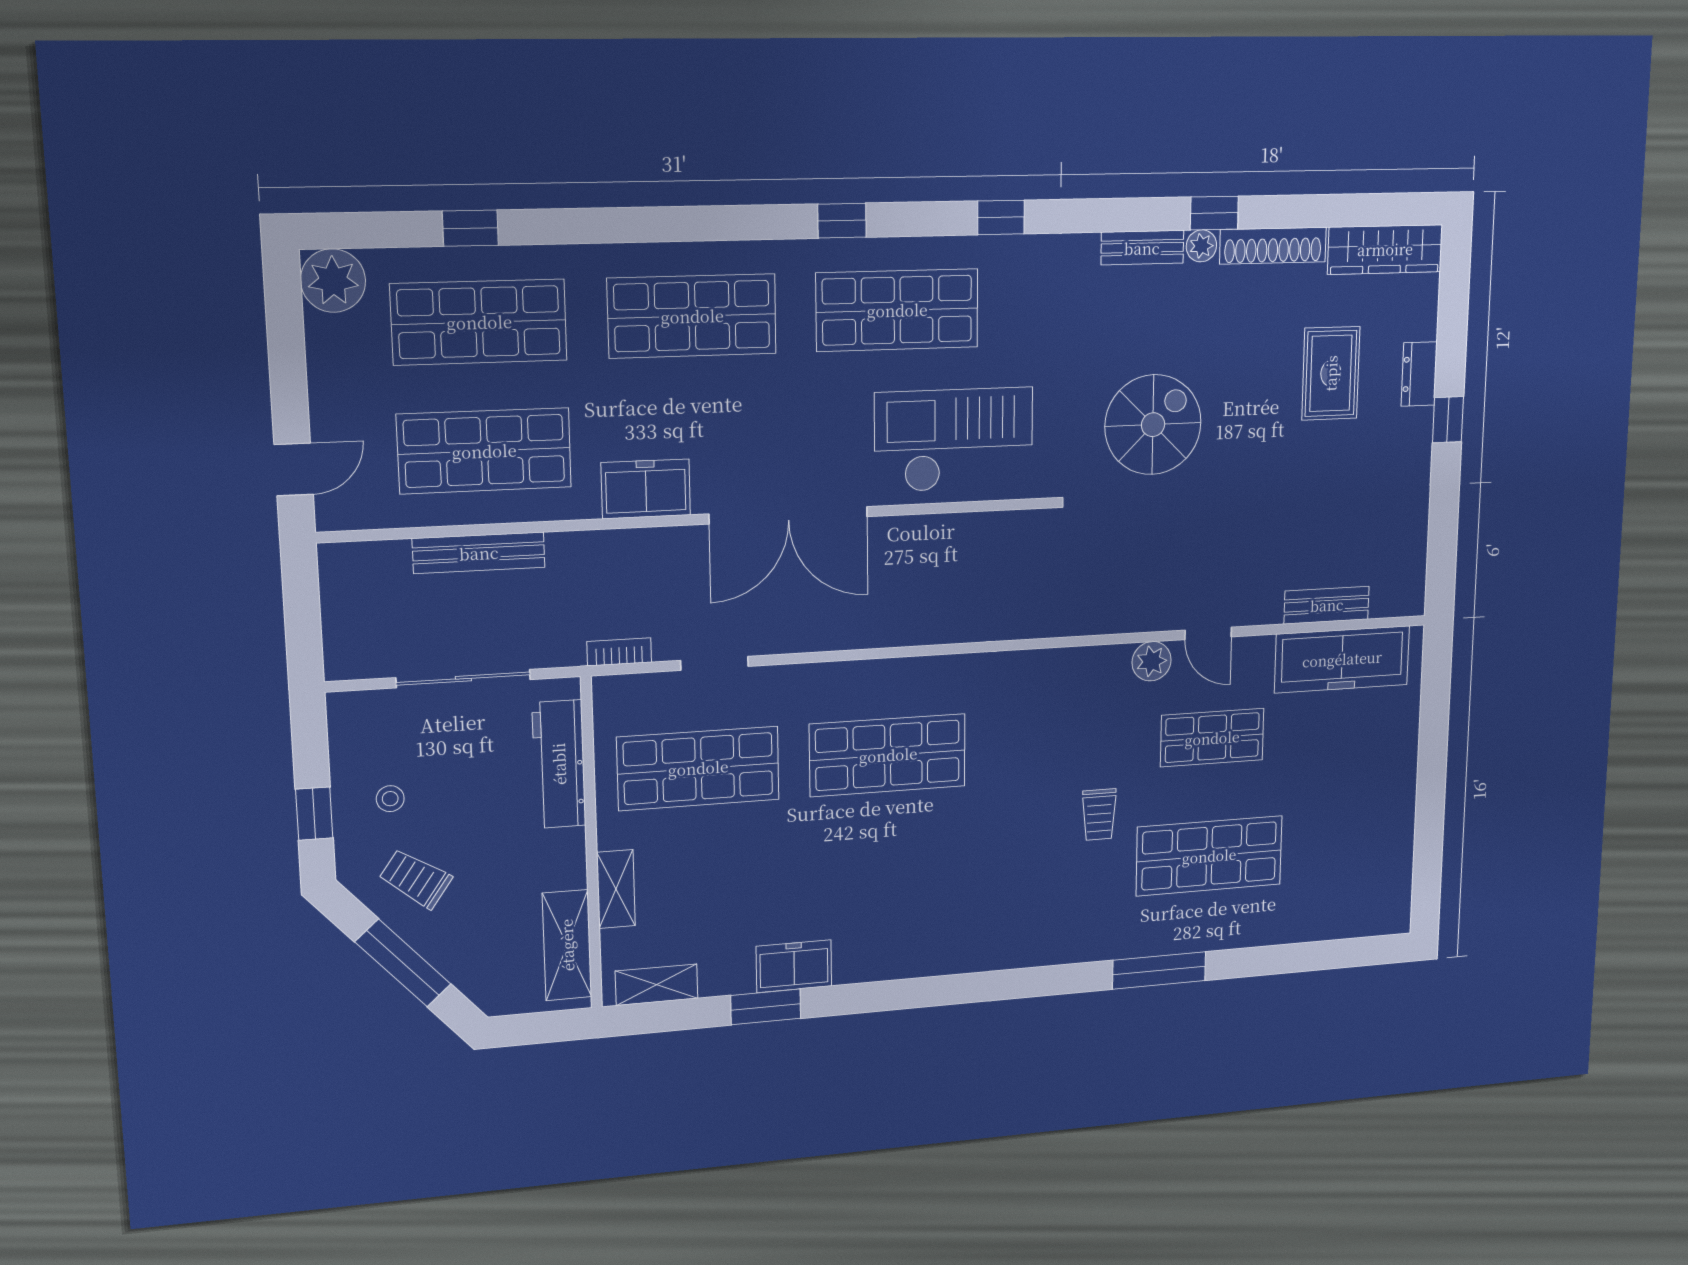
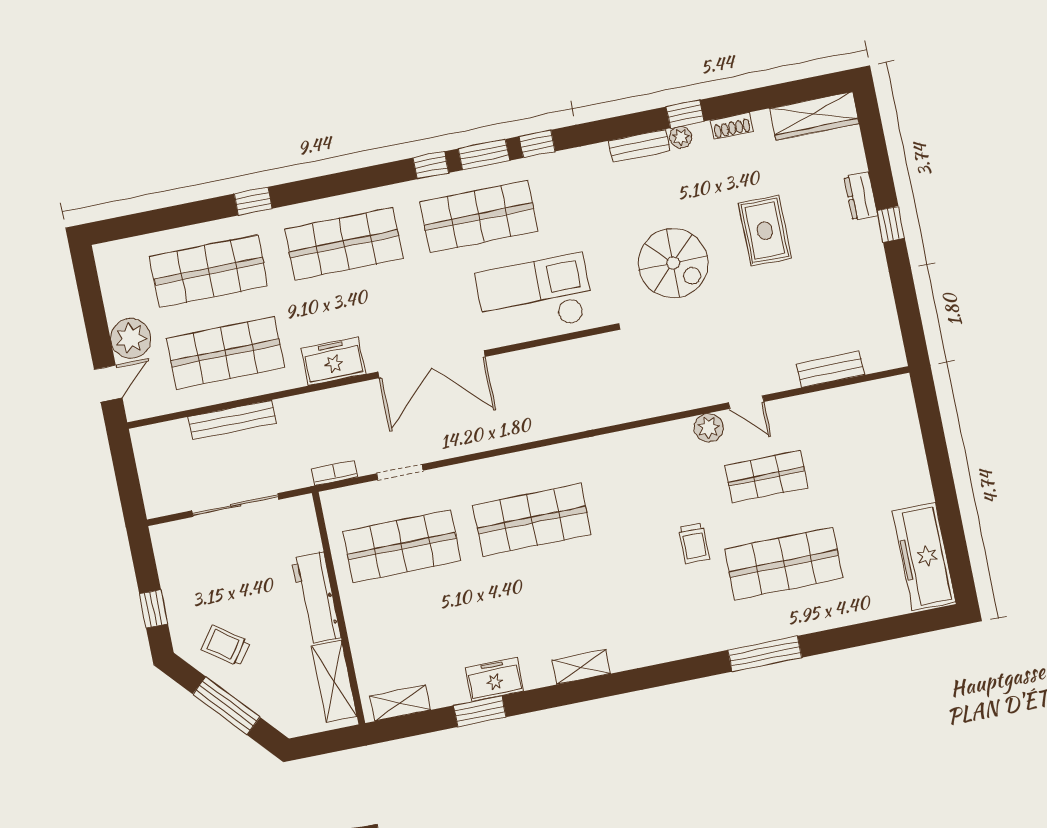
window: (922, 219) -> (484, 155), added
window: (470, 228) -> (253, 201), moved
shoe rack: (1273, 246) -> (732, 126), width x0.51, depth x0.81
plant: (333, 281) -> (131, 338), moved
rug: (1331, 373) -> (765, 231), moved
spiral stairs: (1153, 425) -> (673, 263), turned 90
freezer: (1342, 659) -> (924, 557), moved, turned 90
workbench: (559, 764) -> (316, 598), moved
stool: (390, 799) -> (201, 593), removed
shelving: (616, 889) -> (581, 667), moved, turned 90

